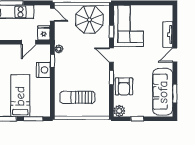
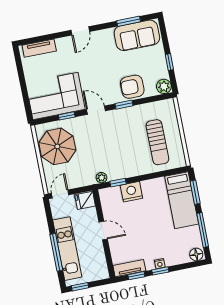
tv unit: (168, 35) -> (39, 48), moved
door: (28, 42) -> (103, 231), moved
door: (111, 55) -> (96, 110), swing flipped
door: (175, 55) -> (80, 31), hinge flipped
armchair: (124, 86) -> (132, 87), turned 180
sofa: (163, 92) -> (137, 35), width x0.73
bed: (20, 96) -> (182, 200), moved, turned -90

